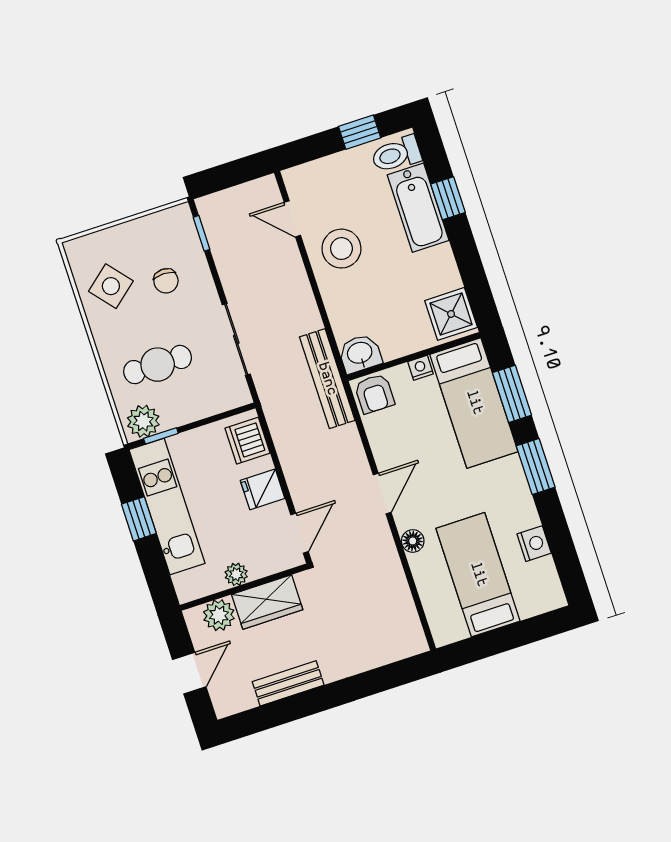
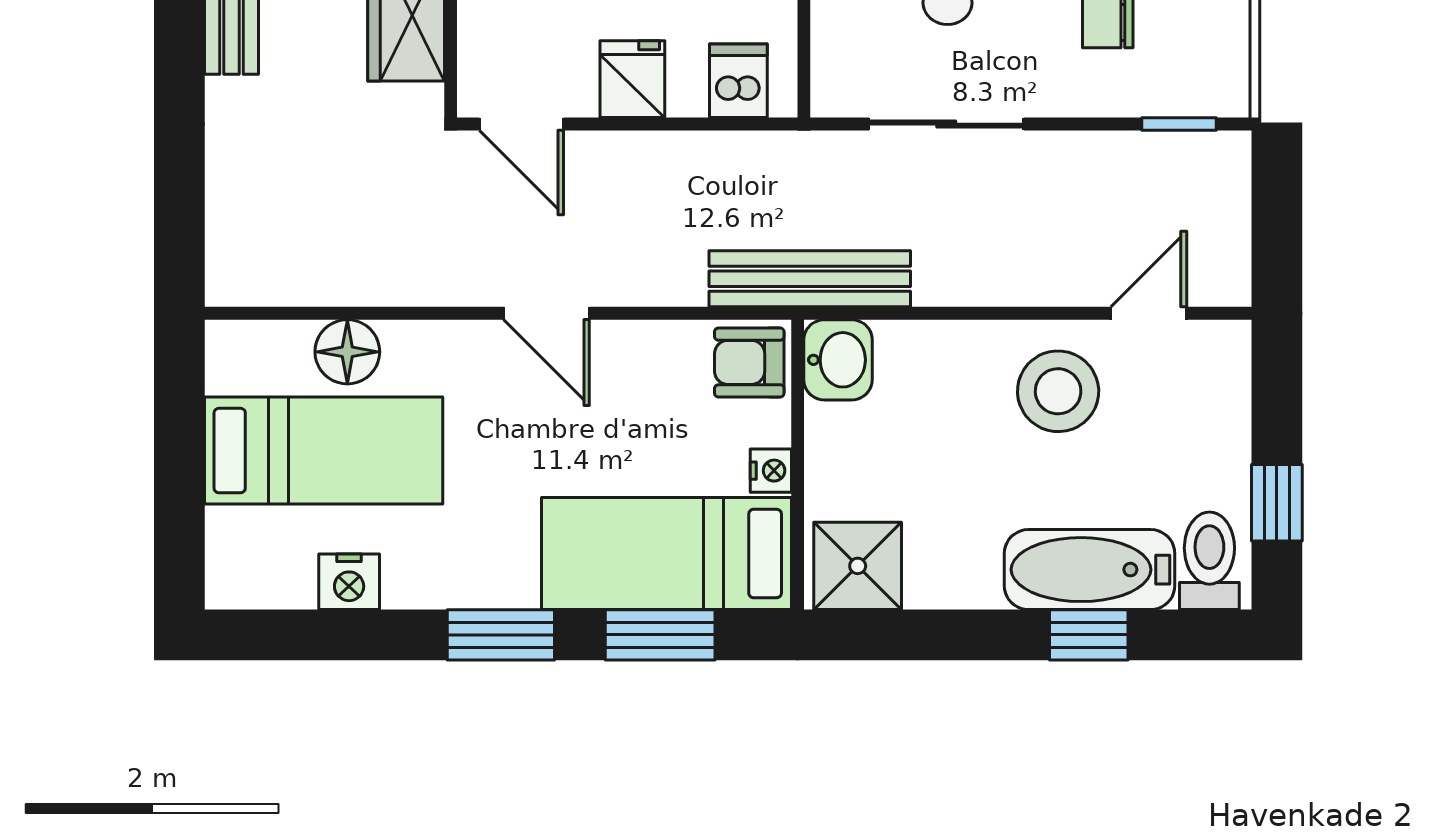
dishwasher: (248, 441) -> (738, 81), width x0.73
floor lamp: (413, 541) -> (347, 352), moved, width x1.37, depth x1.37

